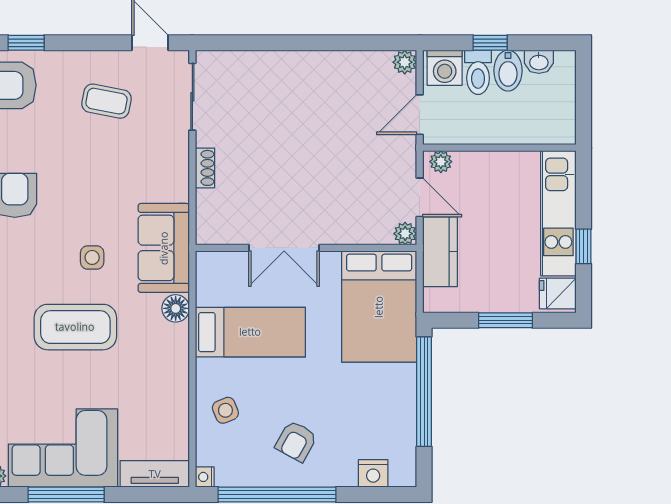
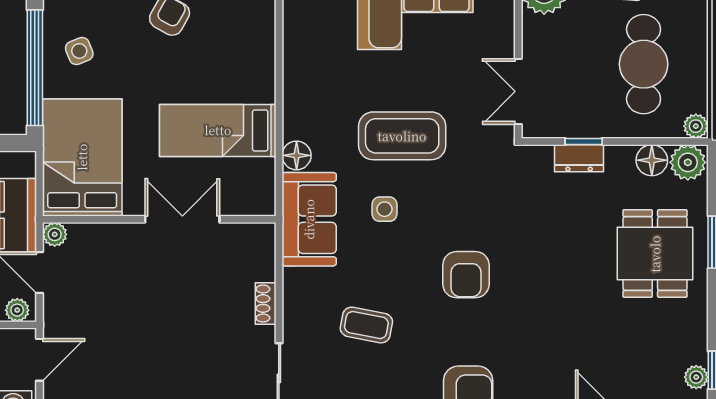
coffee table: (106, 101) -> (366, 325), moved
side table: (225, 410) -> (79, 51), moved

